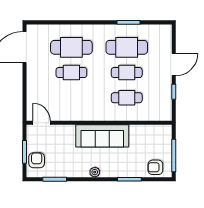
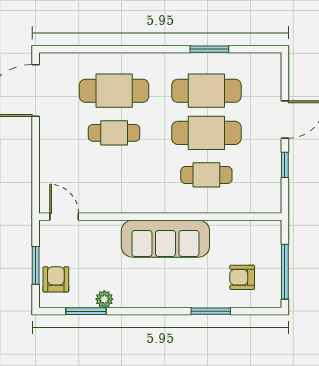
cafe table: (127, 73) -> (206, 133), width x1.37, depth x1.35
armchair: (155, 167) -> (242, 277), moved
plant: (95, 172) -> (104, 299), moved

